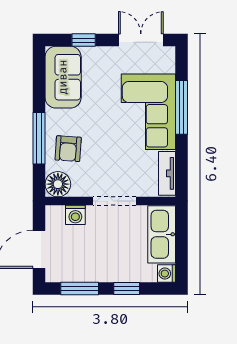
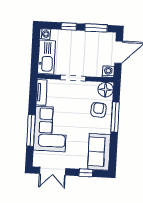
washing machine: (75, 215) -> (108, 72), moved

